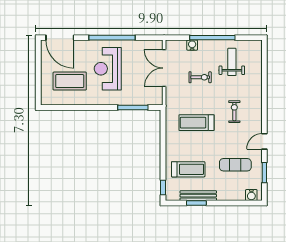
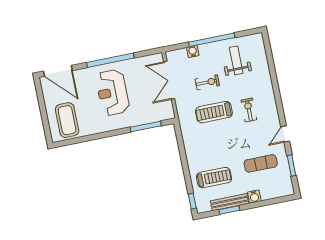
coffee table: (70, 81) -> (67, 120), moved, turned 90
treadmill: (196, 123) -> (214, 112), moved
water cooler: (251, 195) -> (254, 197), moved

